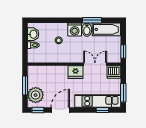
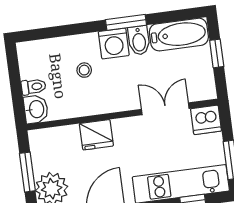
window: (92, 20) -> (126, 22), moved
washbasin: (33, 34) -> (36, 109), moved
window: (123, 51) -> (217, 53), moved
fridge: (75, 72) -> (96, 135), moved

